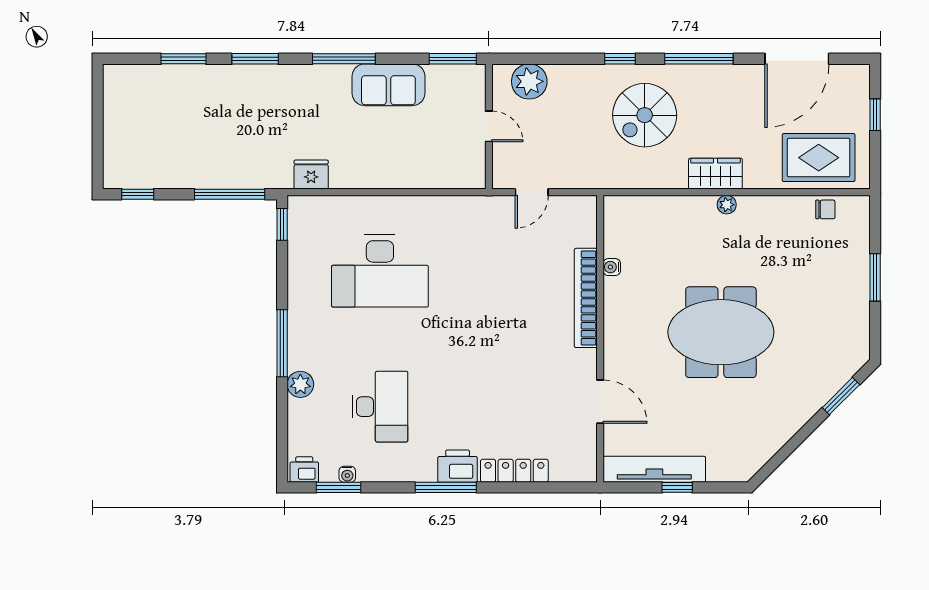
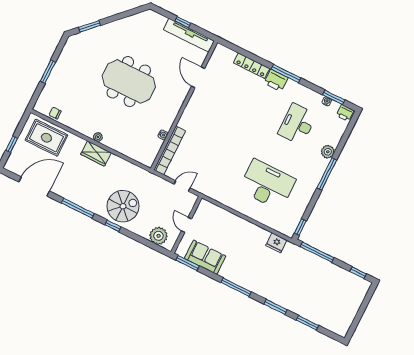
sofa: (388, 85) -> (205, 257), moved
spiral stairs: (645, 115) -> (123, 206), moved
bookcase: (586, 298) -> (170, 150), moved

